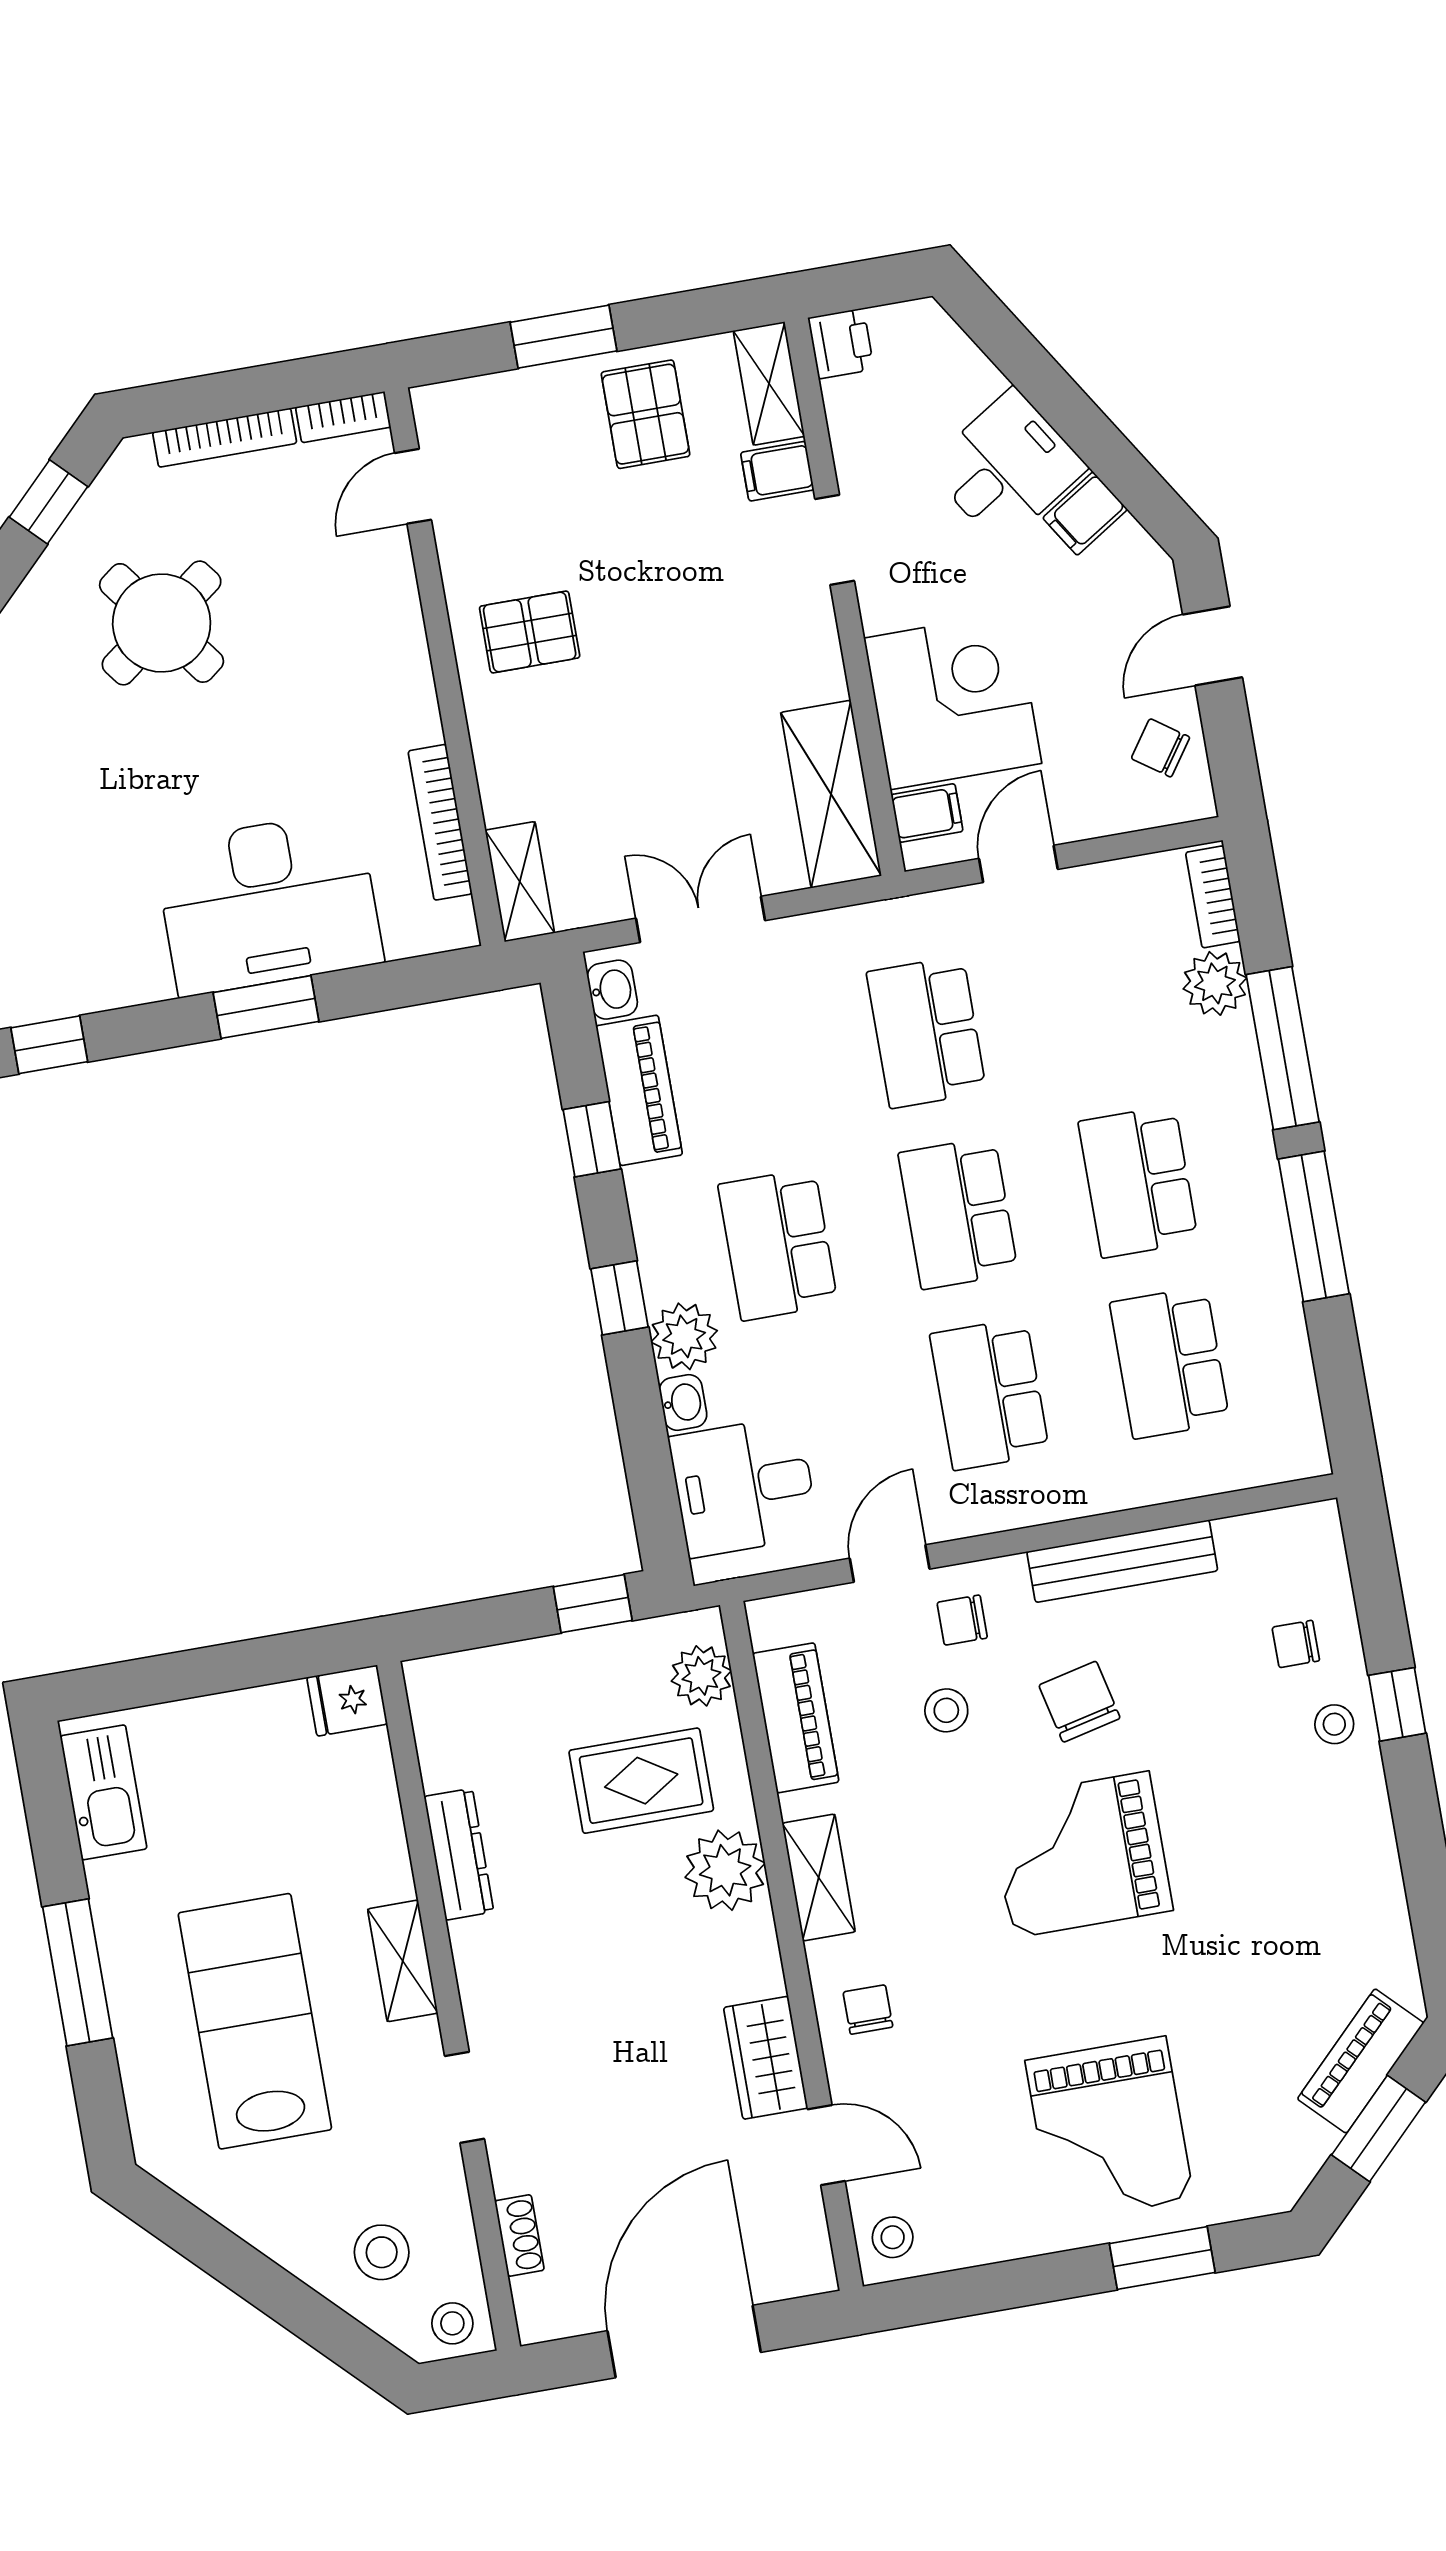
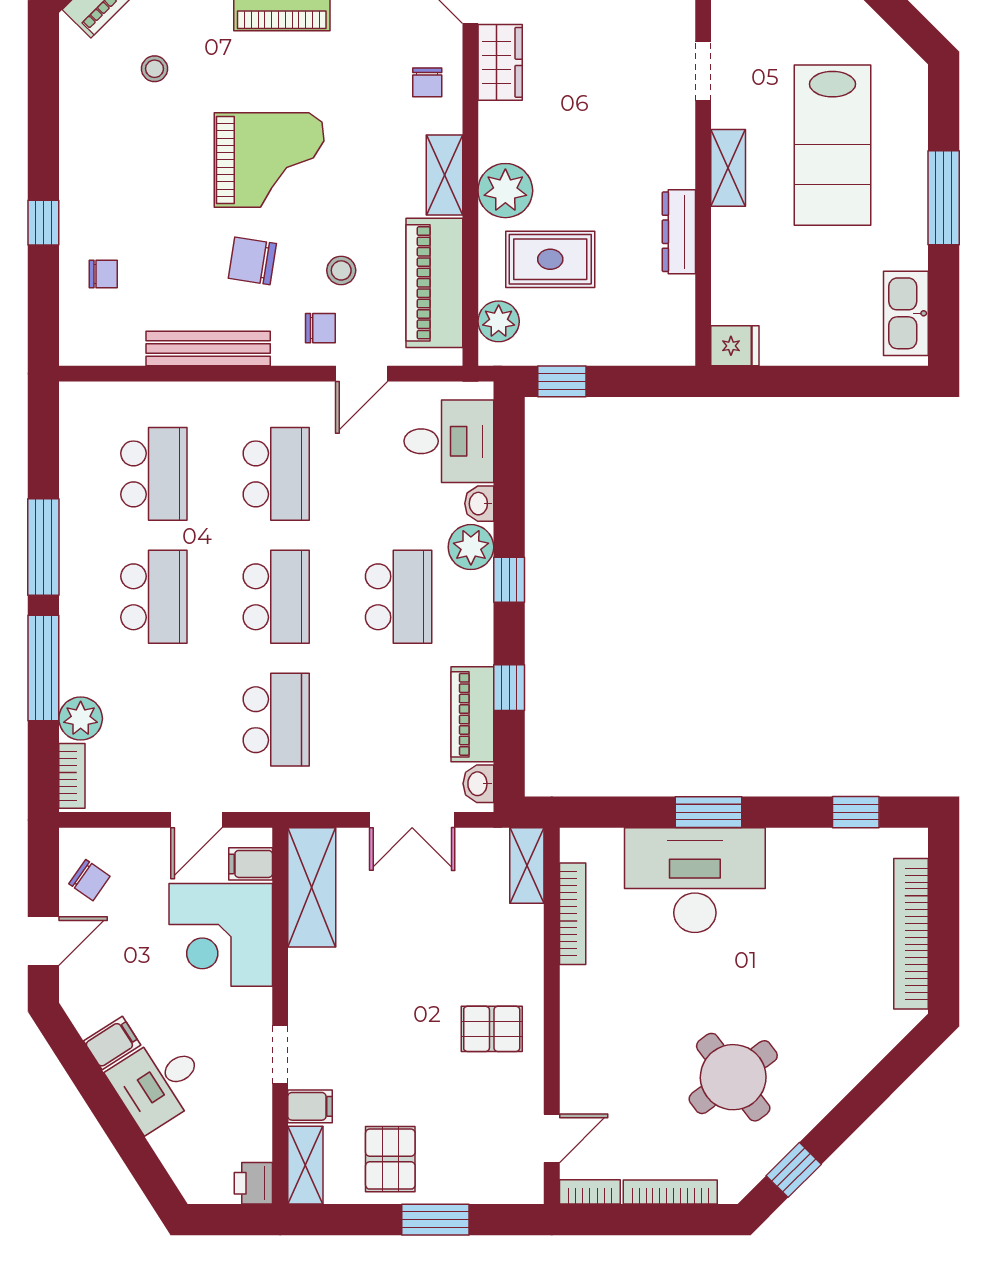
chair: (1080, 1702) -> (252, 261), turned 112
piano: (796, 1718) -> (434, 283), width x1.37, depth x1.33
stool: (1334, 1724) -> (155, 69), moved

